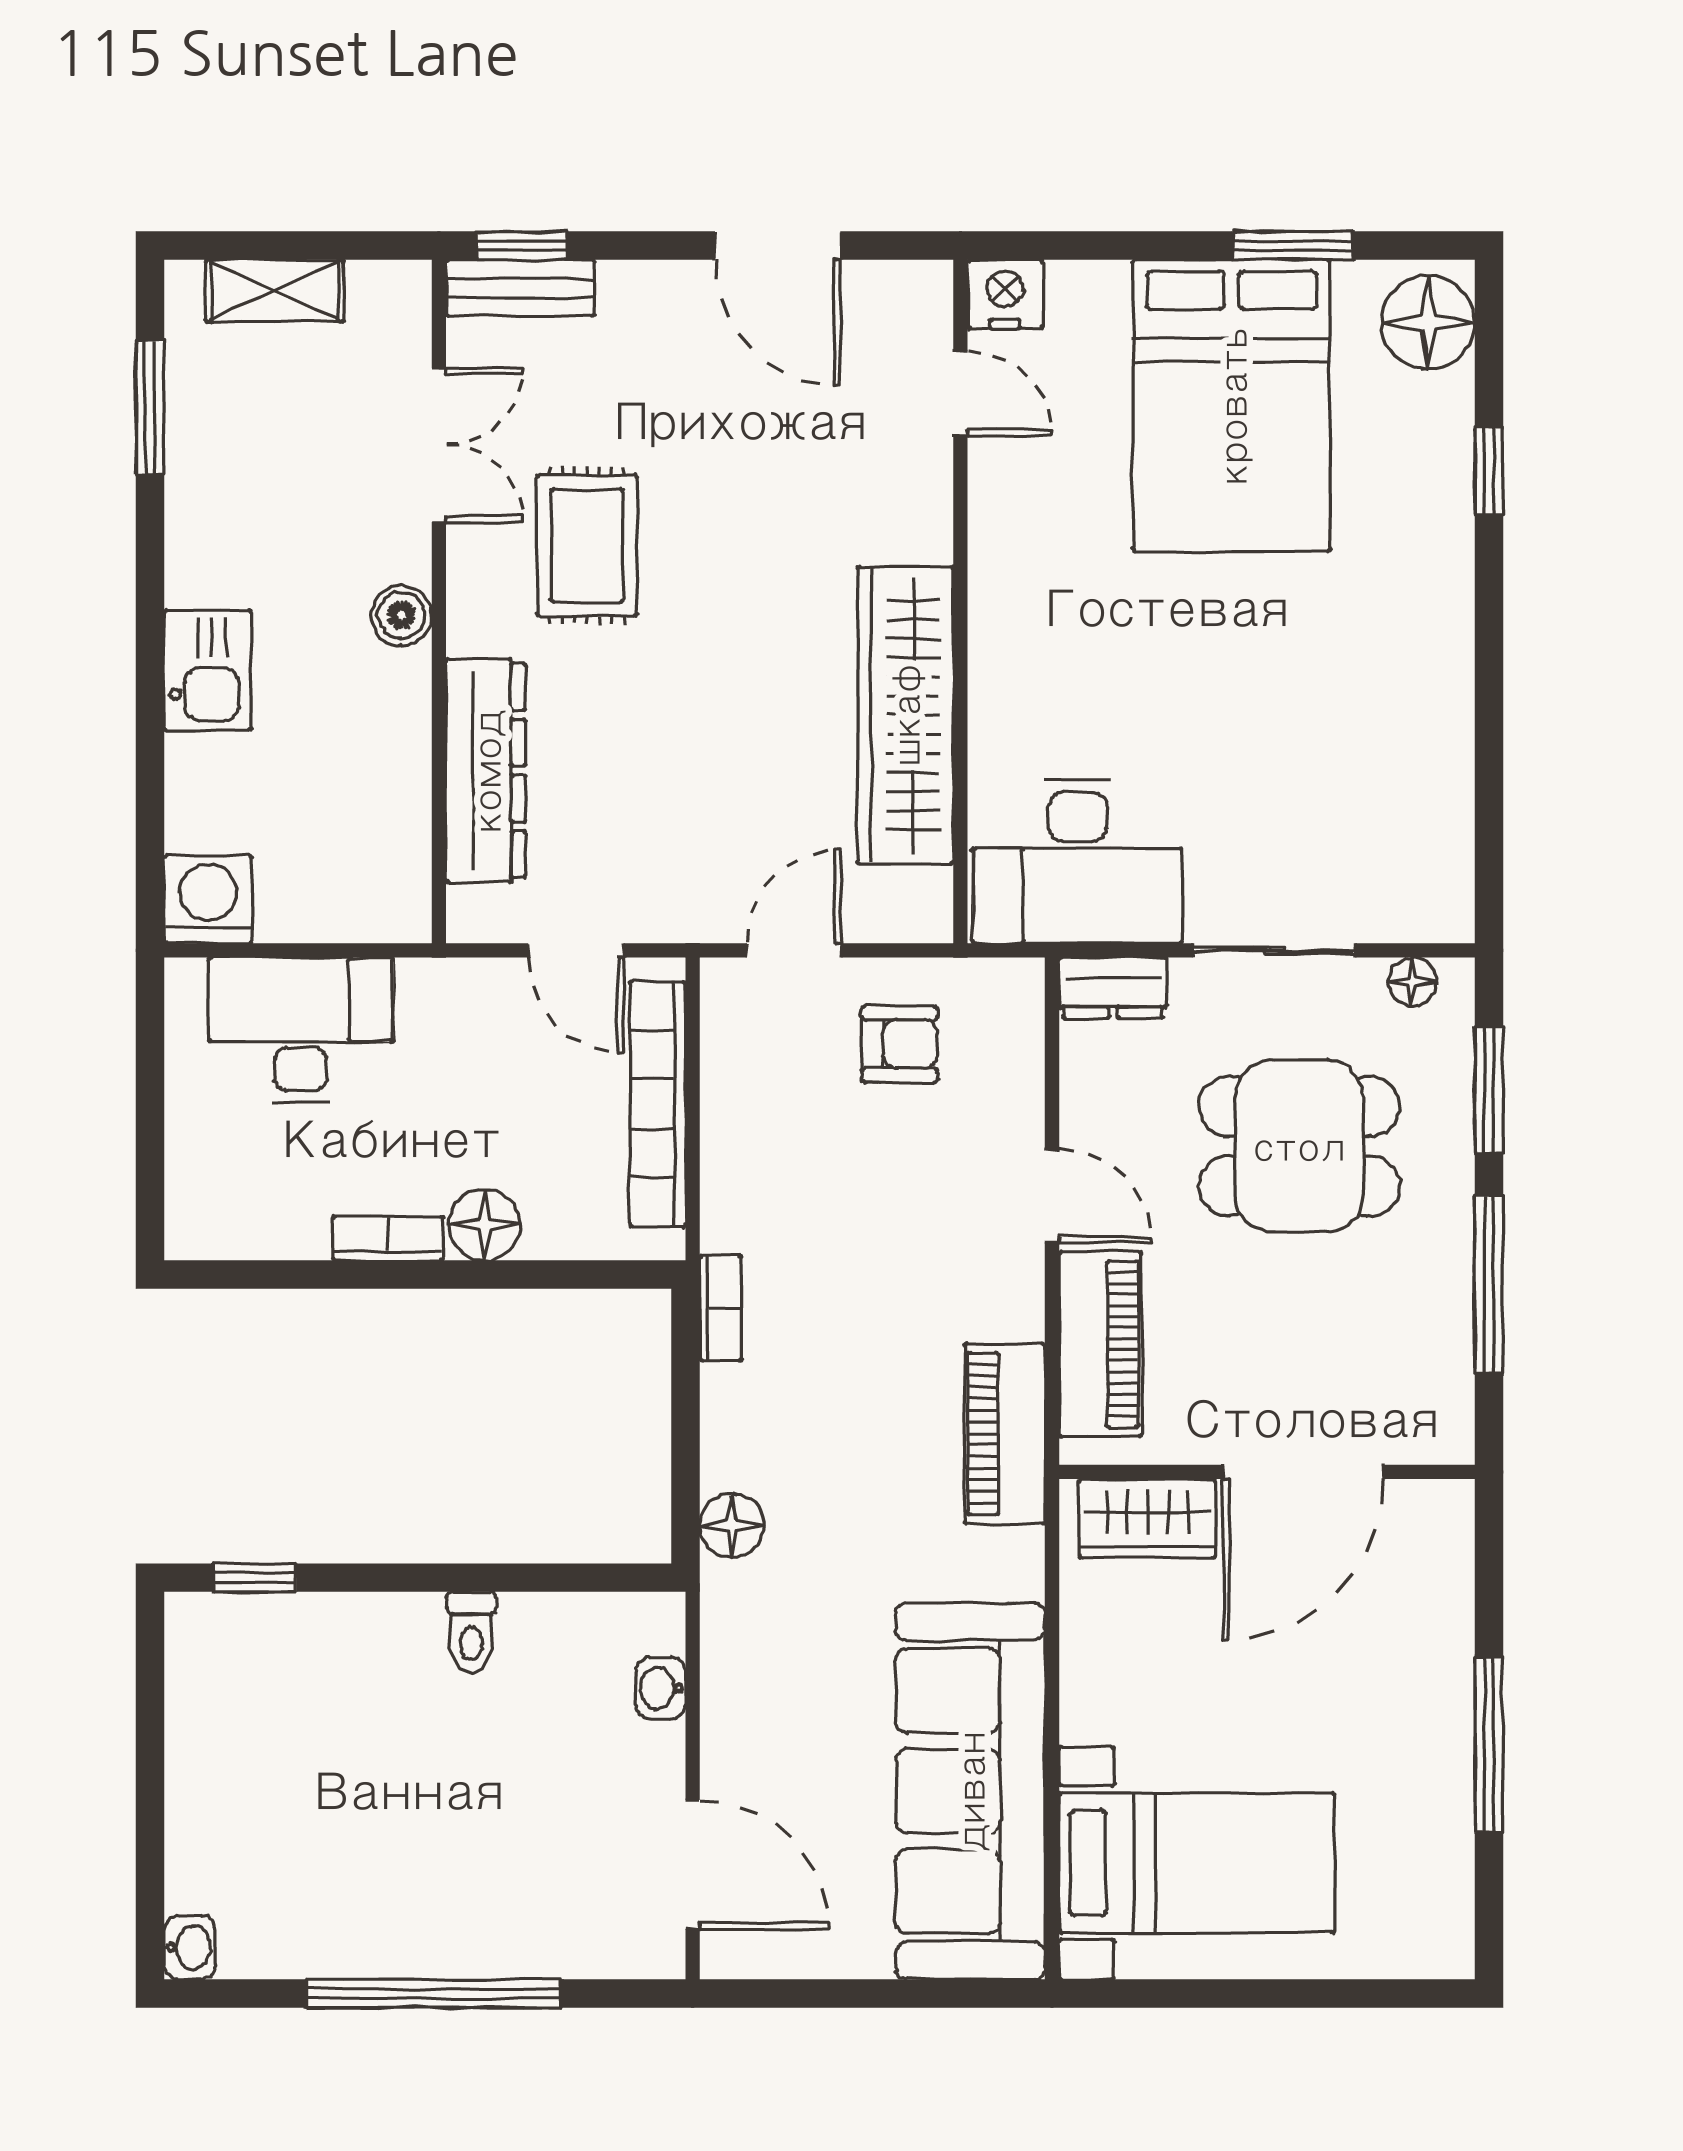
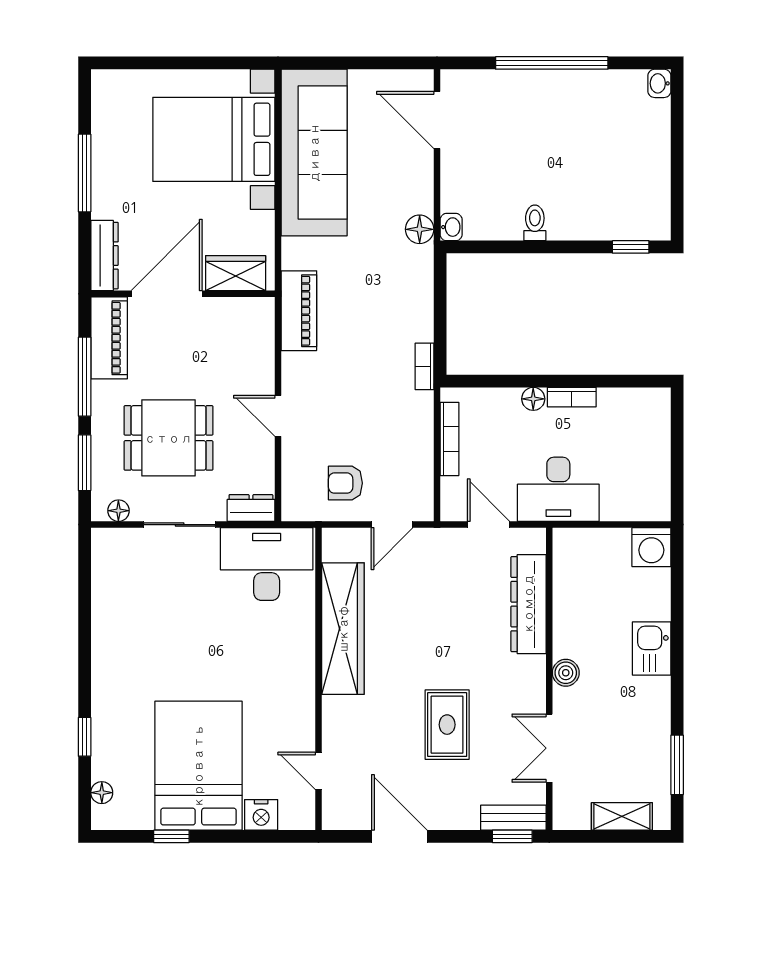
window: (1293, 246) -> (171, 836), width x0.67
nightstand: (1005, 294) -> (261, 815), moved
floor lamp: (1428, 323) -> (102, 793), width x0.53, depth x0.53
rug: (587, 546) -> (447, 725), moved
desk: (301, 1030) -> (558, 489), moved
bookcase: (658, 1104) -> (449, 439), width x0.68, depth x0.76
floor lamp: (485, 1225) -> (533, 399), width x0.73, depth x0.73
piano: (1100, 1344) -> (109, 338), moved, turned 180
floor lamp: (732, 1525) -> (420, 229), moved
dresser: (1444, 1558) -> (105, 256), added
washbasin: (661, 1688) -> (451, 227), moved
bed with nightstands: (1197, 1863) -> (214, 139), width x1.36

